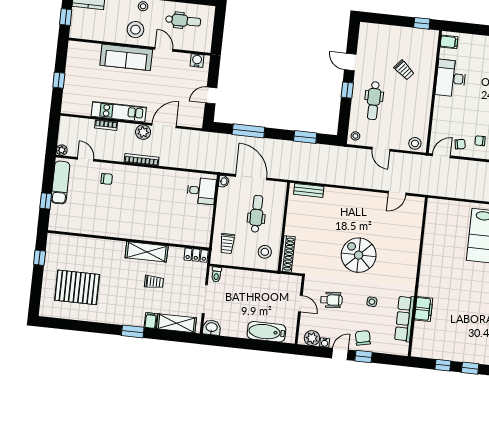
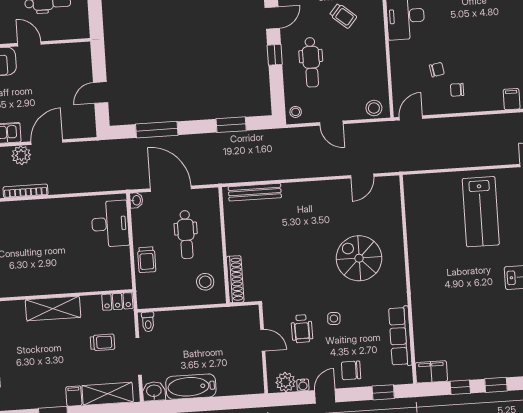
water cooler: (197, 61) -> (74, 51), removed
door: (350, 62) -> (272, 18), swing flipped
chair: (460, 144) -> (437, 70), moved
bench: (309, 190) -> (255, 192), width x1.36
desk: (201, 191) -> (110, 224), width x1.37
dental chair: (257, 214) -> (186, 235), turned 180
trolley: (227, 243) -> (147, 260), moved
spiral stairs: (359, 255) -> (359, 258), moved
trolley: (154, 282) -> (102, 342), moved
wheelchair: (331, 300) -> (302, 329), turned 93
side table: (372, 302) -> (334, 319), moved
filing cabinet: (424, 309) -> (431, 372), moved, turned -90
bathtub: (266, 332) -> (191, 387), moved
chair: (363, 338) -> (351, 370), turned -78
window: (363, 357) -> (383, 392), moved

